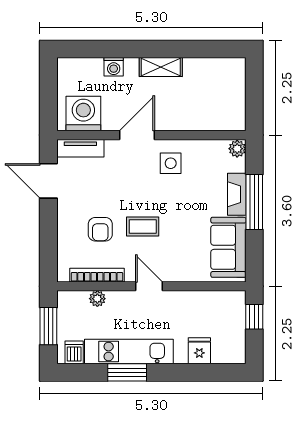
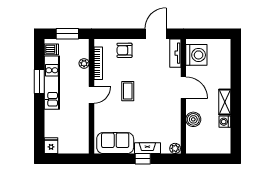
washing machine: (114, 67) -> (225, 122), moved
boiler: (189, 119) -> (193, 119), added
side table: (171, 163) -> (166, 108), removed
window: (254, 202) -> (143, 159), width x0.46
armchair: (100, 229) -> (124, 50), moved
window: (254, 317) -> (73, 159), removed
fridge: (199, 351) -> (51, 146), moved, turned -90

